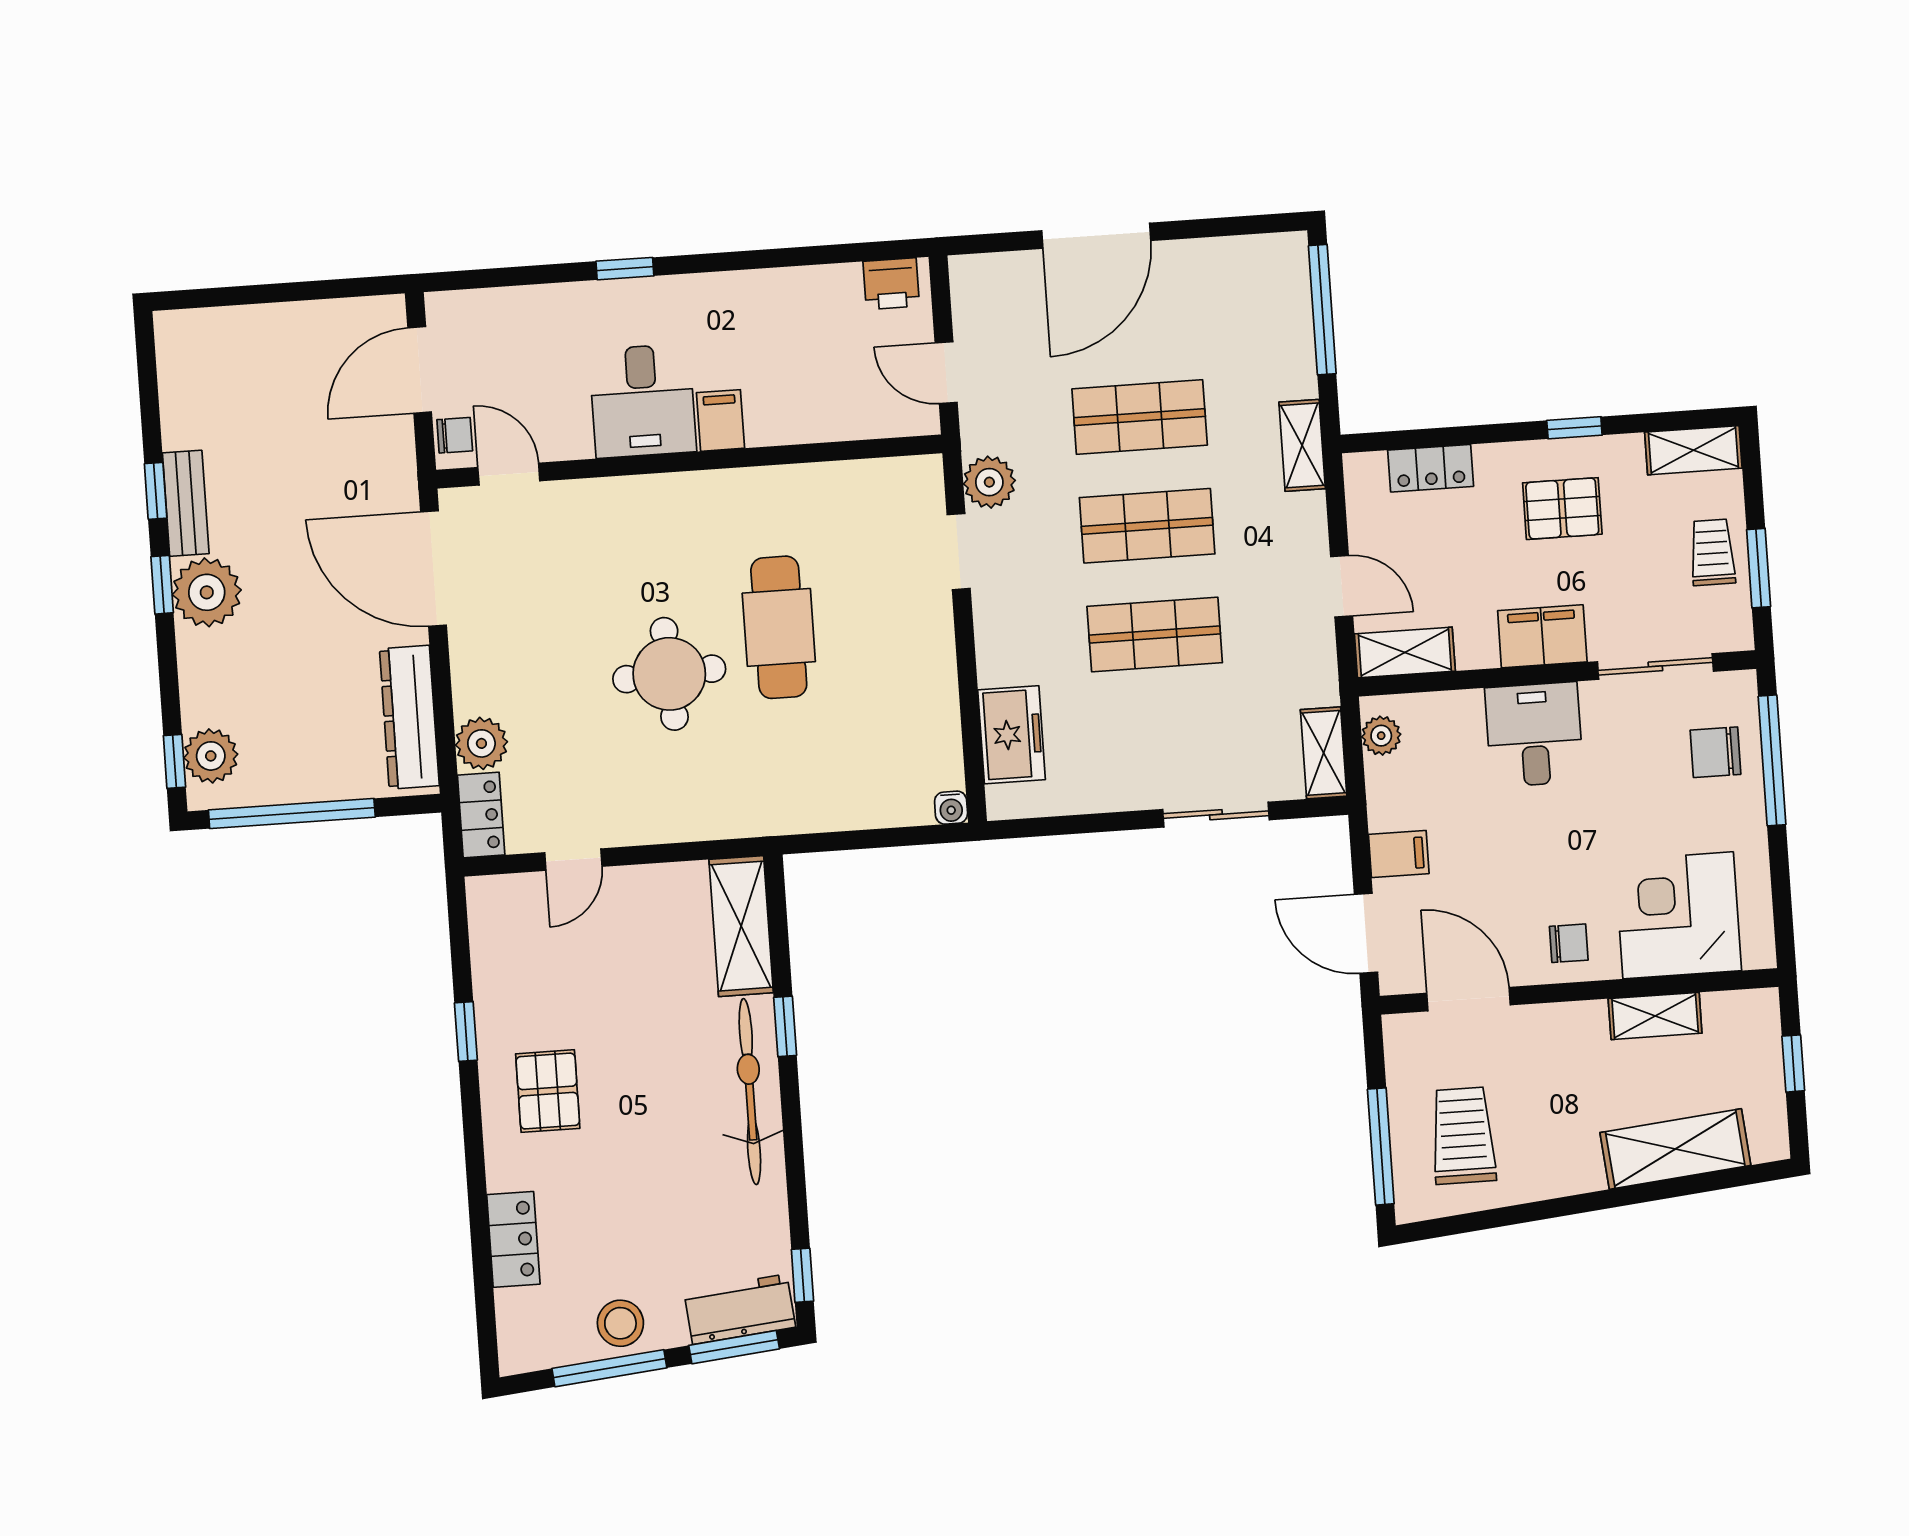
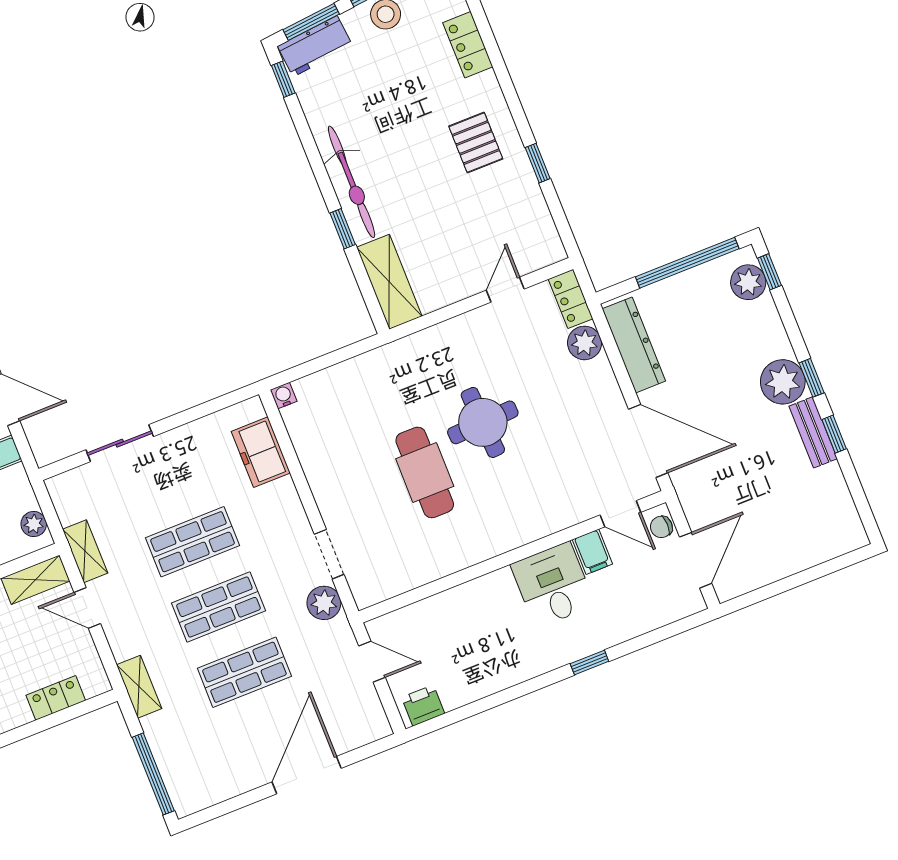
filing cabinet: (720, 420) -> (592, 552), moved
shelving: (1324, 753) -> (85, 551), moved

